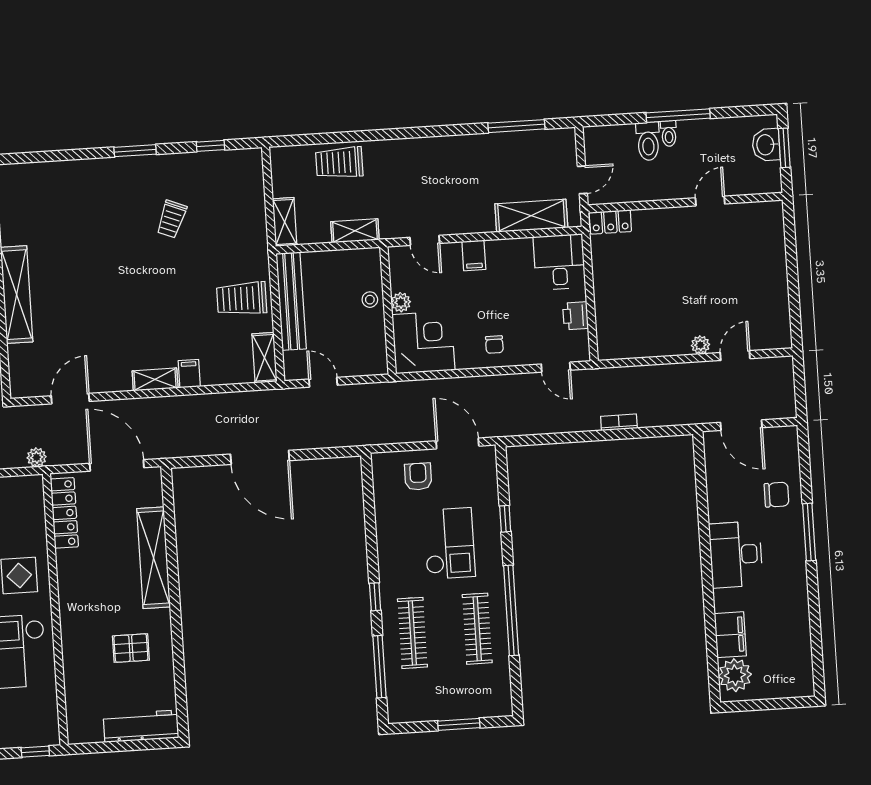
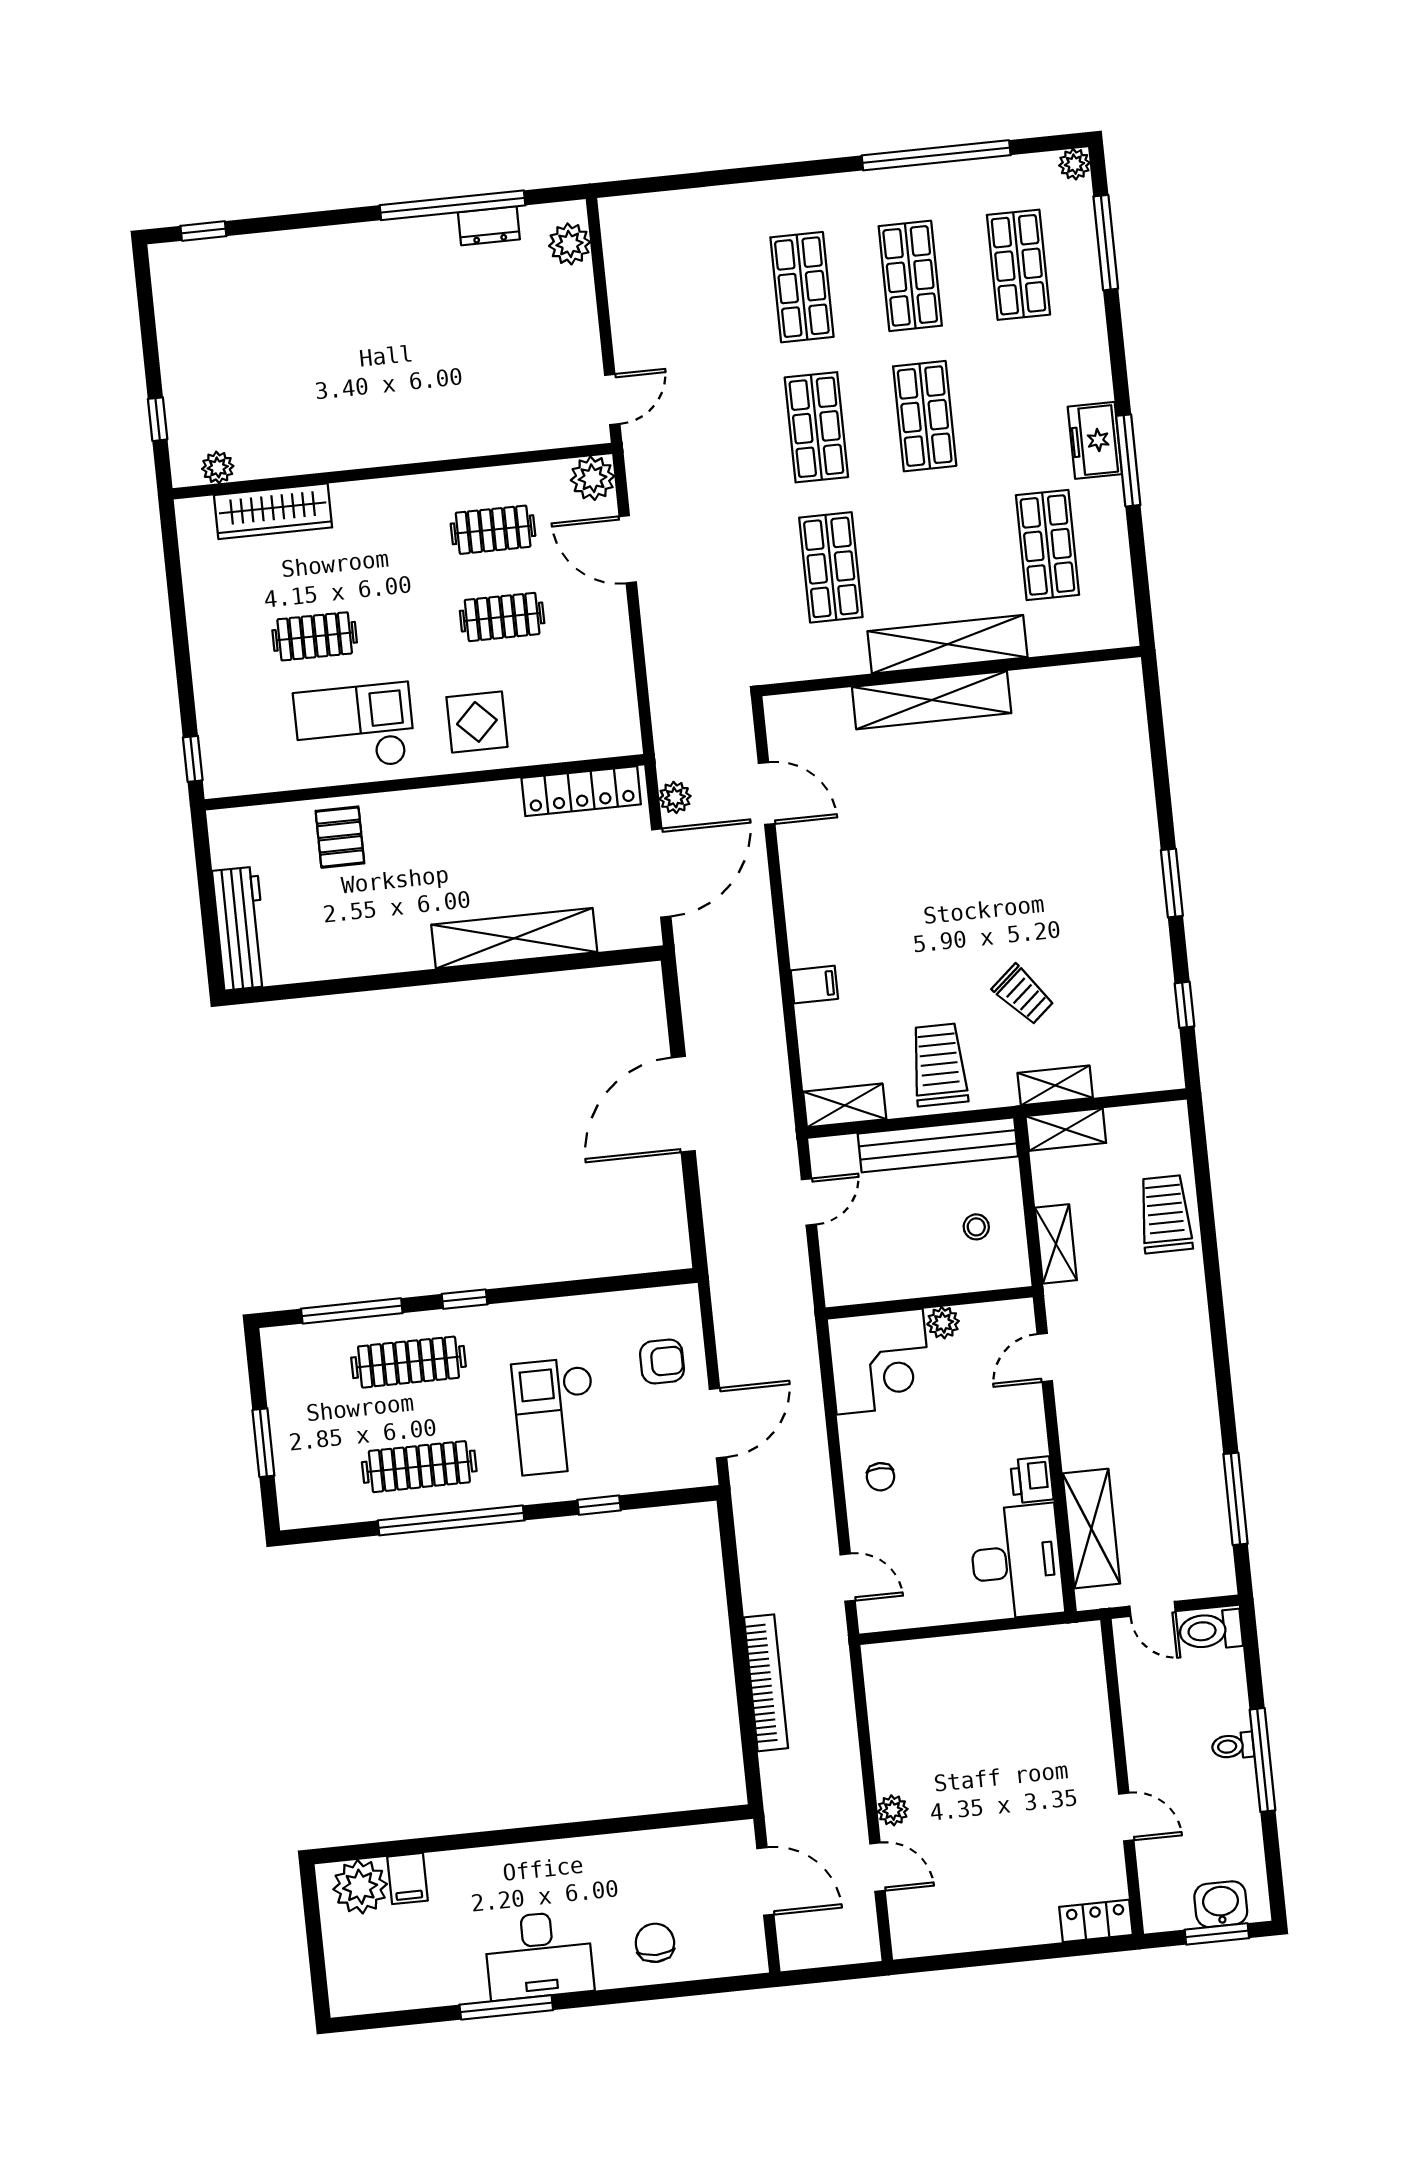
toilet: (648, 141) -> (1211, 1630), moved
trolley: (172, 219) -> (1023, 995), moved, turned -153
locker: (610, 222) -> (1096, 1921), moved, turned 90
filing cabinet: (474, 255) -> (1023, 1438), removed
desk: (559, 262) -> (1017, 1562), width x1.37
stool: (370, 300) -> (976, 1227), moved
printer: (575, 316) -> (1032, 1480), moved, turned -90
chair: (494, 345) -> (880, 1477), turned -90
door: (556, 367) -> (848, 1578), swing flipped
shelving: (155, 379) -> (1055, 1085), moved, turned 90
bookcase: (619, 422) -> (766, 1683), width x2.31, depth x1.31
door: (741, 425) -> (765, 1881), swing flipped
plant: (37, 457) -> (675, 797), moved
chair: (777, 495) -> (655, 1943), turned 180
window: (809, 532) -> (506, 2007), moved
checkout: (449, 543) -> (556, 1416), turned 90
desk: (736, 555) -> (539, 1955), moved, turned 180
filing cabinet: (730, 635) -> (408, 1879), width x0.50
pallet: (131, 648) -> (340, 837), moved

